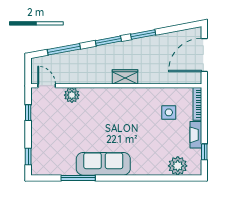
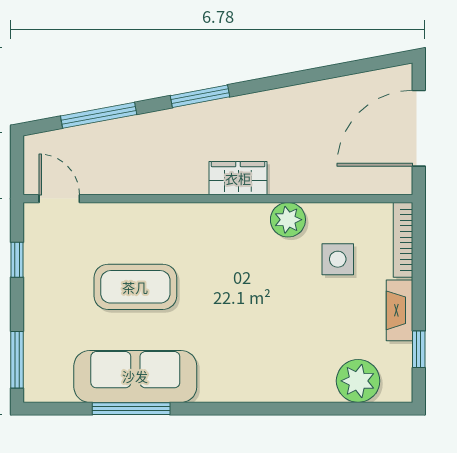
window: (143, 34) -> (279, 81), removed
plant: (72, 95) -> (288, 220), moved
coffee table: (80, 125) -> (135, 287), added
window: (28, 157) -> (17, 360), width x1.50
sofa: (103, 164) -> (135, 376), moved

